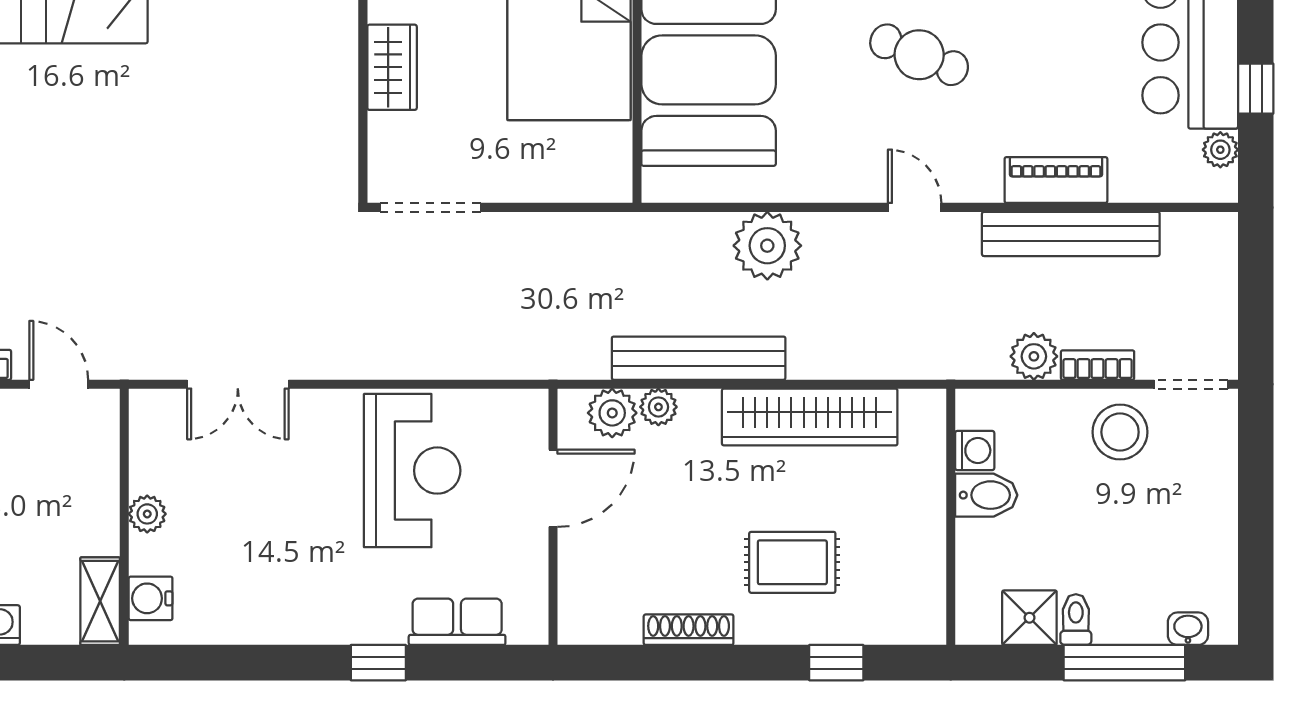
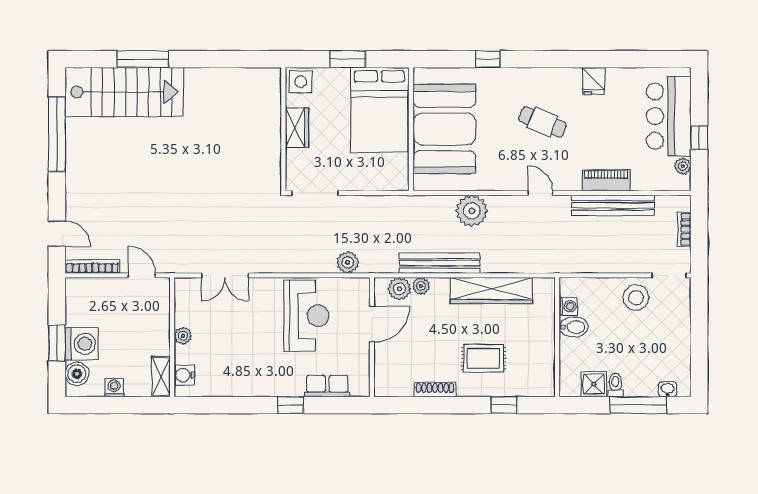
plant: (1034, 356) -> (348, 262), moved
bookcase: (1098, 365) -> (684, 229), moved, turned -90

